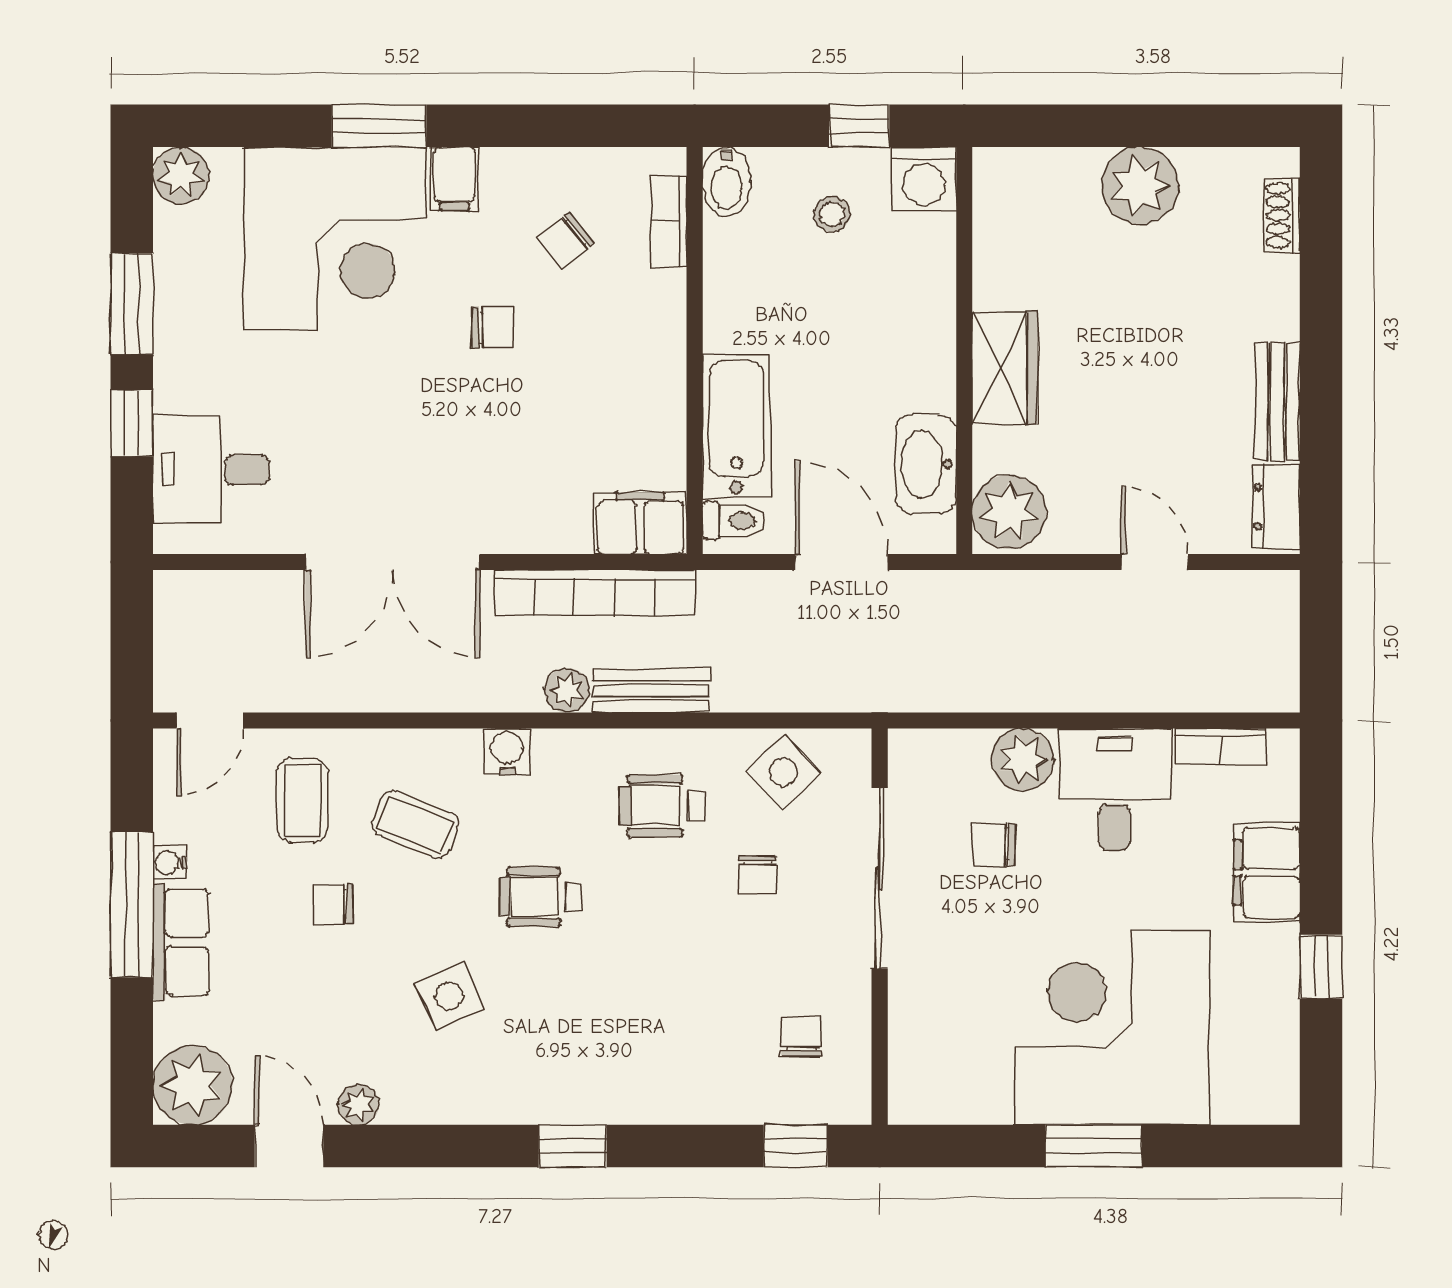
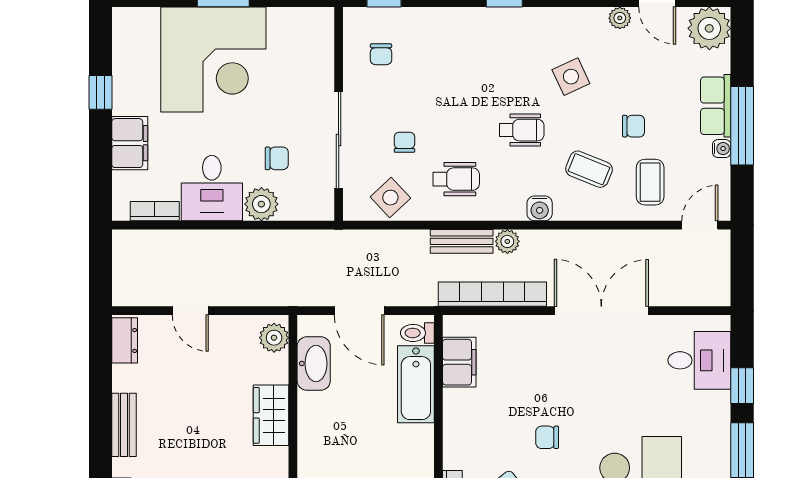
bench: (1277, 402) -> (124, 425), moved
plant: (1009, 512) -> (274, 338), width x0.73, depth x0.73
filing cabinet: (640, 523) -> (459, 362), moved, turned -90

